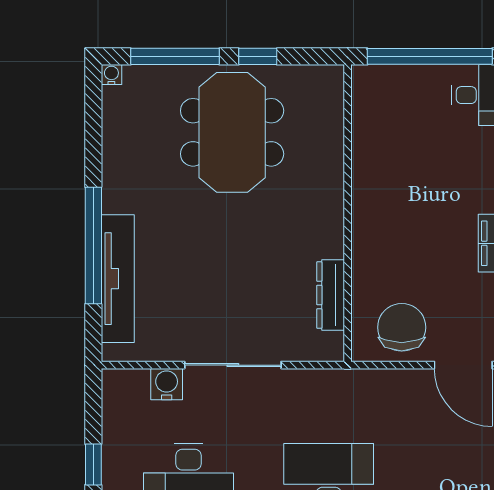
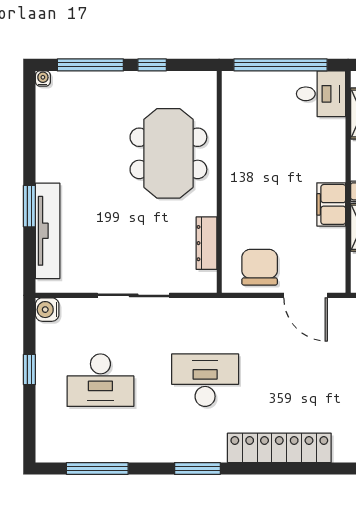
meeting table: (232, 132) -> (168, 153), moved
window: (93, 245) -> (29, 206), width x0.47
water cooler: (167, 384) -> (47, 310), moved, turned -90

